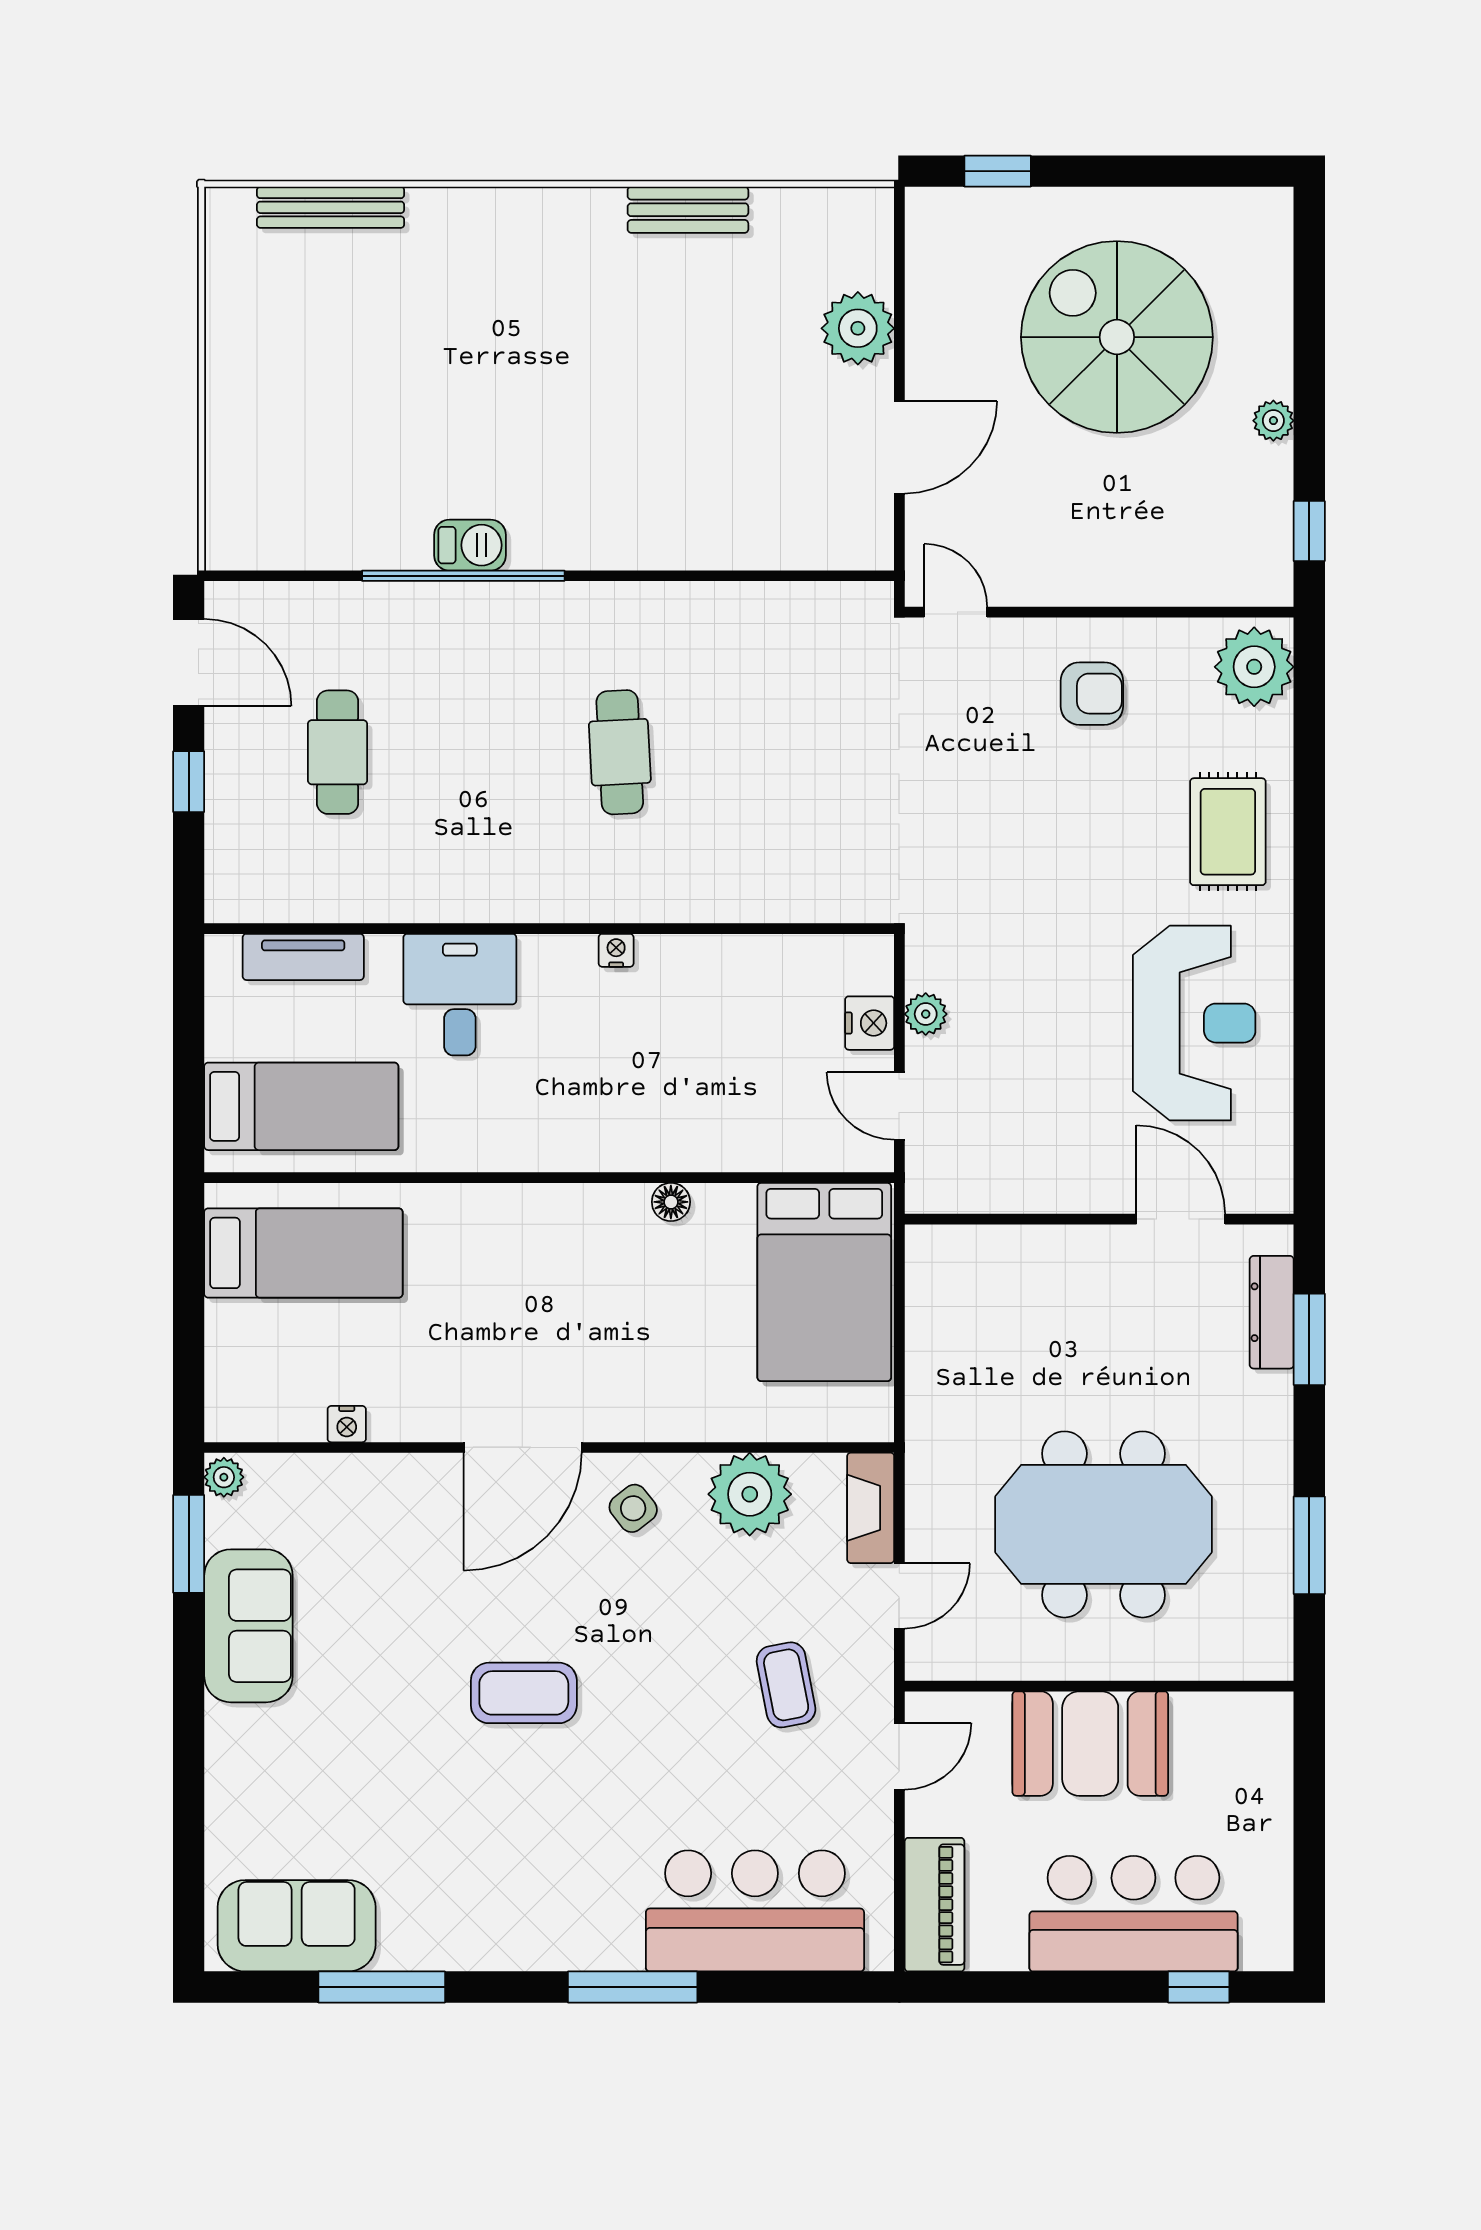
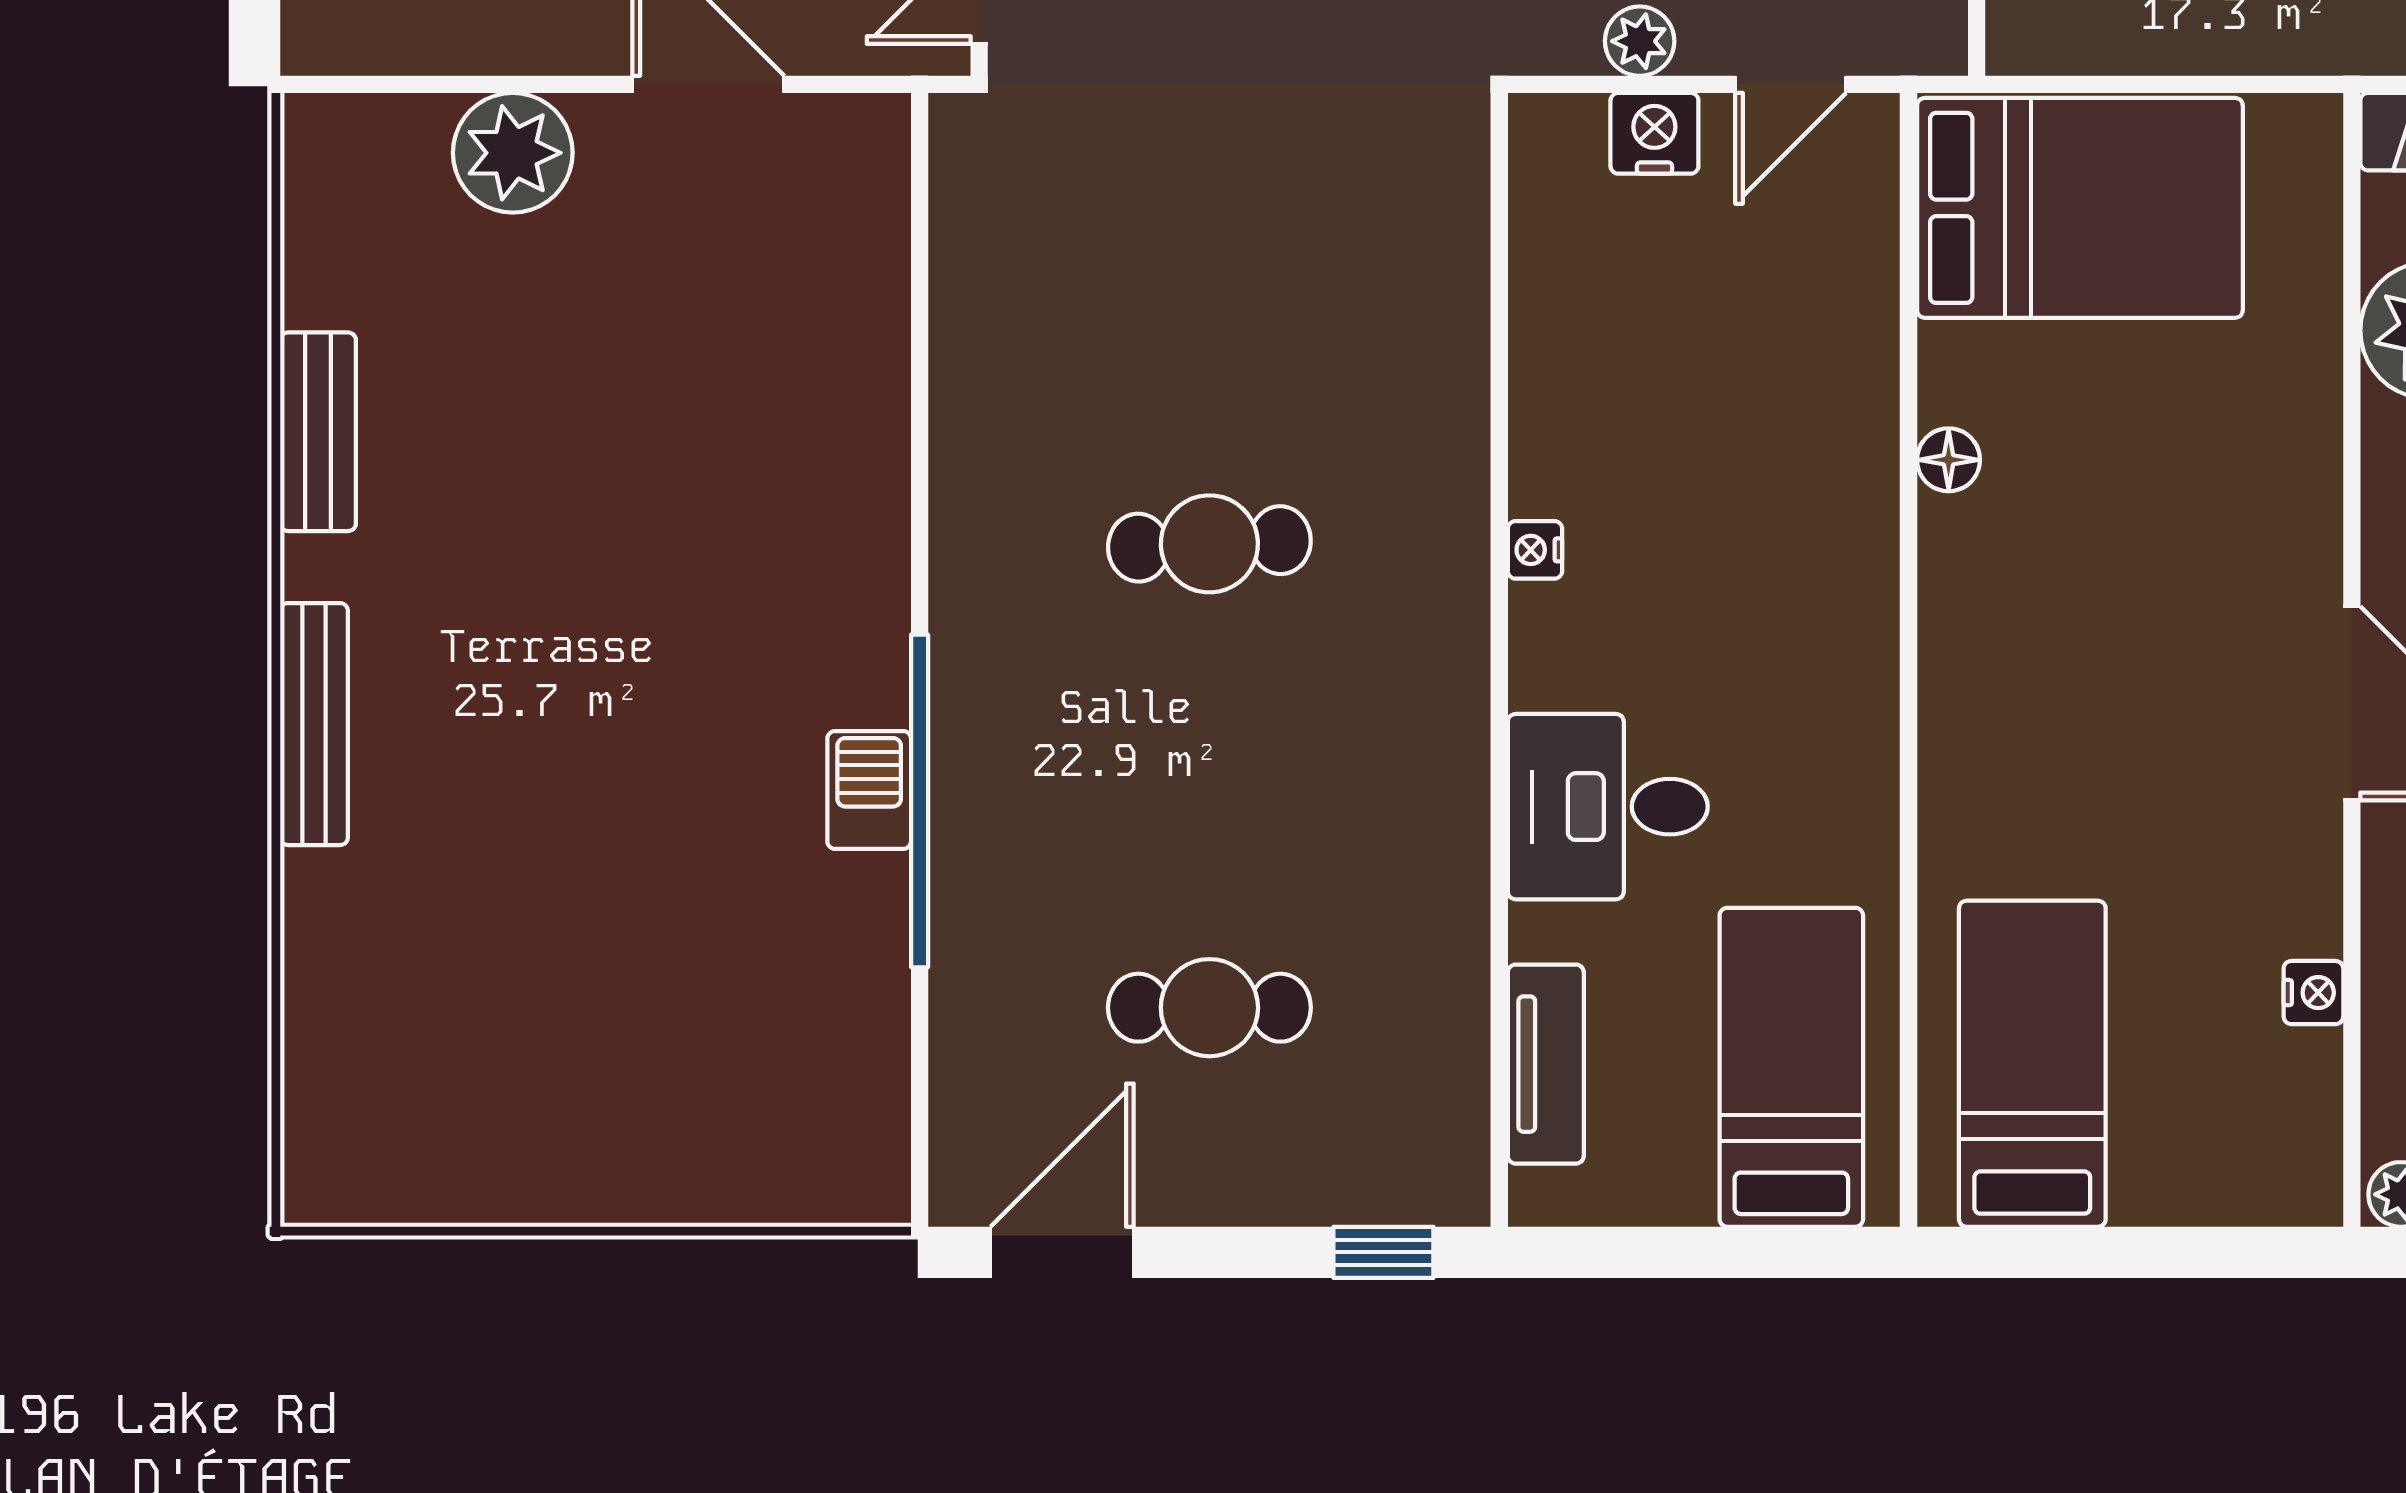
bench: (331, 207) -> (314, 724), moved
window: (189, 782) -> (1383, 1252), moved

